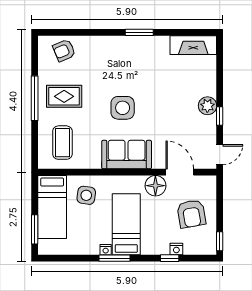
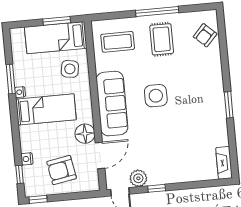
fireplace: (193, 45) -> (224, 163), width x0.73, depth x0.76
armchair: (64, 50) -> (205, 35), turned -114
plant: (207, 106) -> (138, 178), moved
sofa: (127, 155) -> (112, 104), width x1.36
window: (35, 229) -> (57, 21), moved
window: (114, 258) -> (11, 79), moved
window: (170, 258) -> (20, 174), moved

